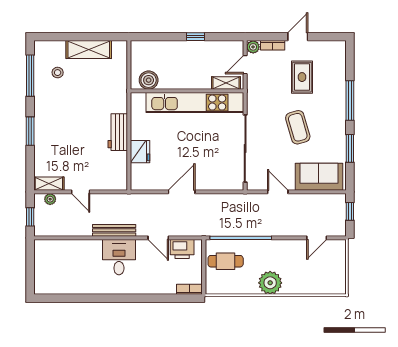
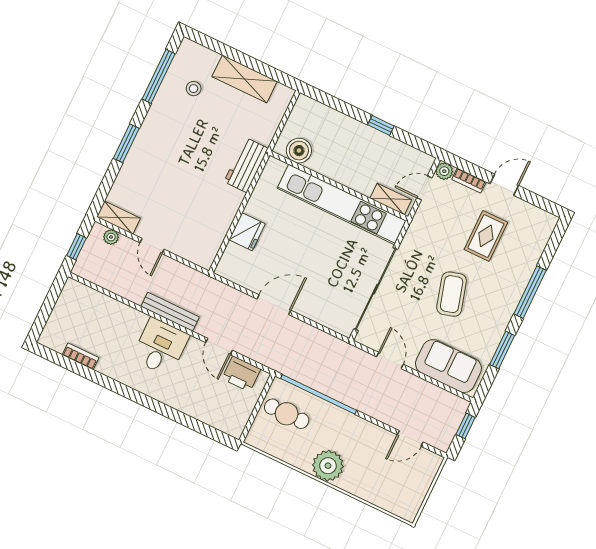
workbench: (118, 132) -> (246, 165), moved
bookcase: (189, 289) -> (81, 356), moved

